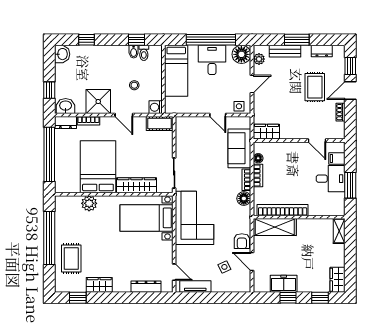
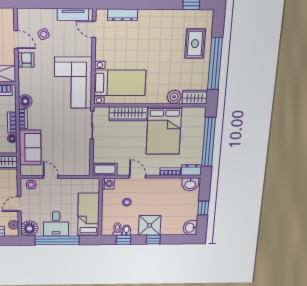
window: (87, 40) -> (153, 240), moved
window: (49, 90) -> (203, 208), moved
shower: (98, 102) -> (150, 225), moved
wardrobe: (99, 285) -> (195, 97), moved, turned 180

